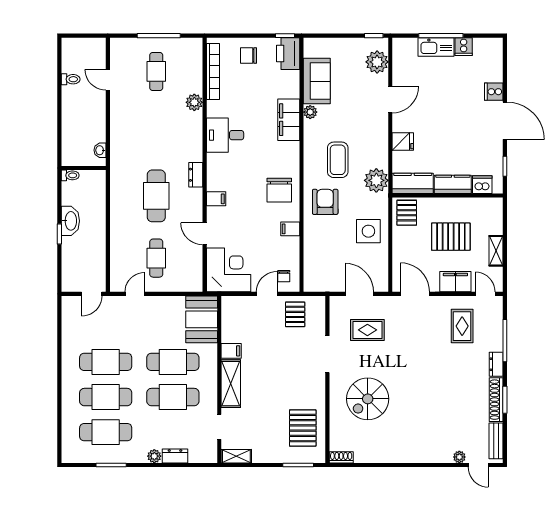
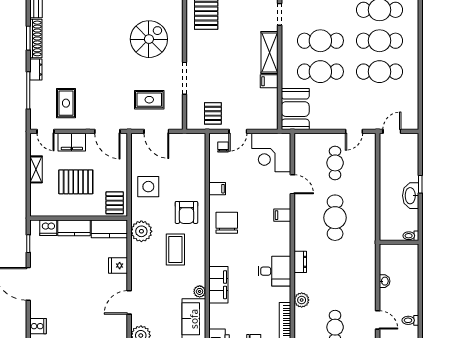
cooker: (494, 92) -> (38, 326), moved
washbasin: (100, 150) -> (385, 281), moved
dresser: (196, 175) -> (300, 262), moved

